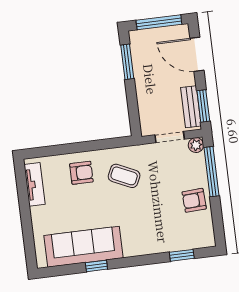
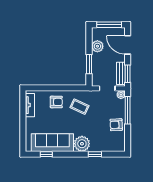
window: (127, 62) -> (89, 64), moved
plant: (143, 63) -> (97, 46), added
plant: (137, 242) -> (82, 144), added
window: (182, 255) -> (95, 154), moved
window: (96, 266) -> (46, 154), moved

